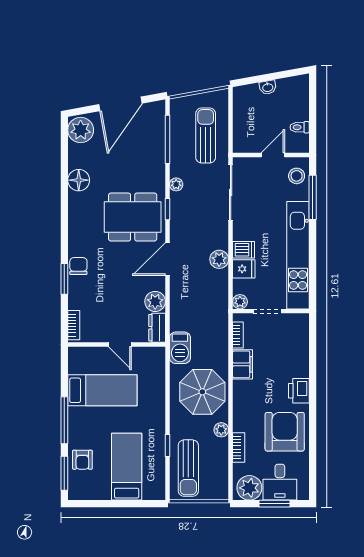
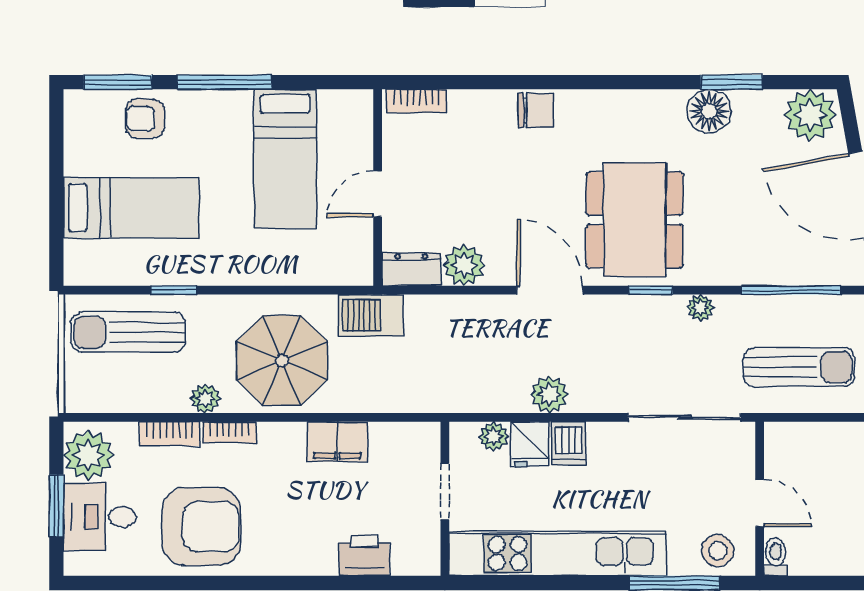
toilet: (300, 127) -> (776, 557), moved
window: (64, 279) -> (732, 82), moved
plant: (240, 302) -> (494, 436), moved
bookcase: (238, 335) -> (229, 432), moved
printer: (299, 391) -> (364, 555), moved

